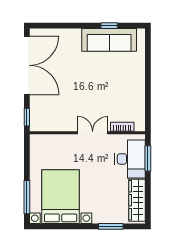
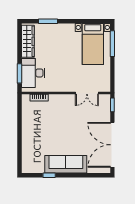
sofa: (109, 40) -> (66, 164), moved
double door: (93, 133) -> (87, 93), moved
bed with nightstands: (61, 197) -> (93, 44), width x0.73

